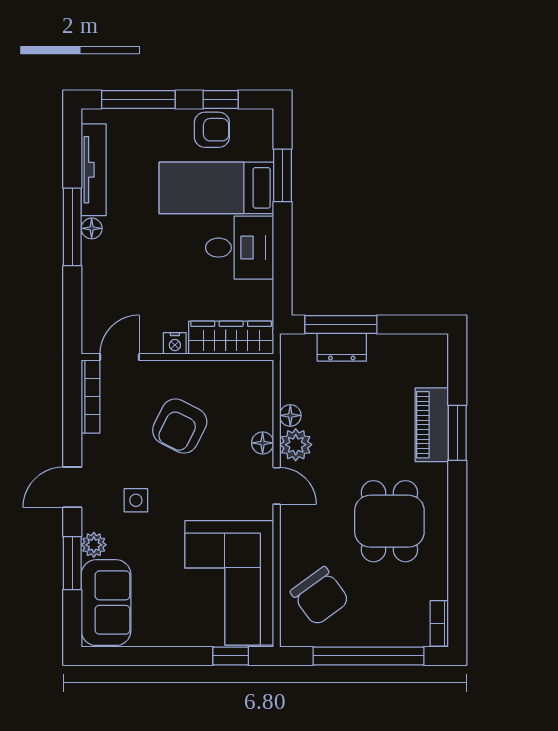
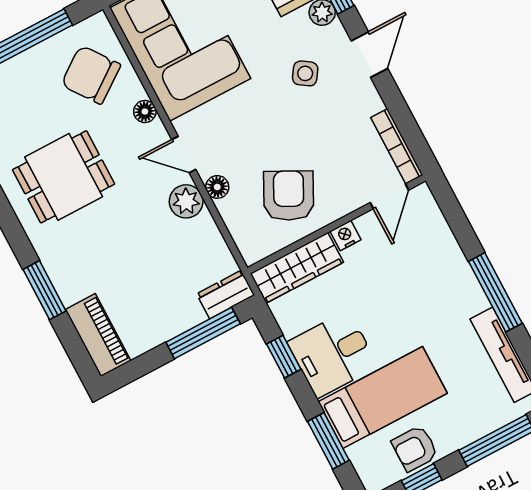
floor lamp: (92, 228) -> (477, 300), removed
window: (283, 268) -> (284, 357), added
dresser: (342, 347) -> (226, 294), moved
floor lamp: (290, 415) -> (145, 111), moved
piano: (432, 425) -> (98, 335), moved
armchair: (180, 426) -> (289, 196), moved
side table: (136, 500) -> (305, 73), turned 34
dining table: (389, 521) -> (64, 177), turned 90

